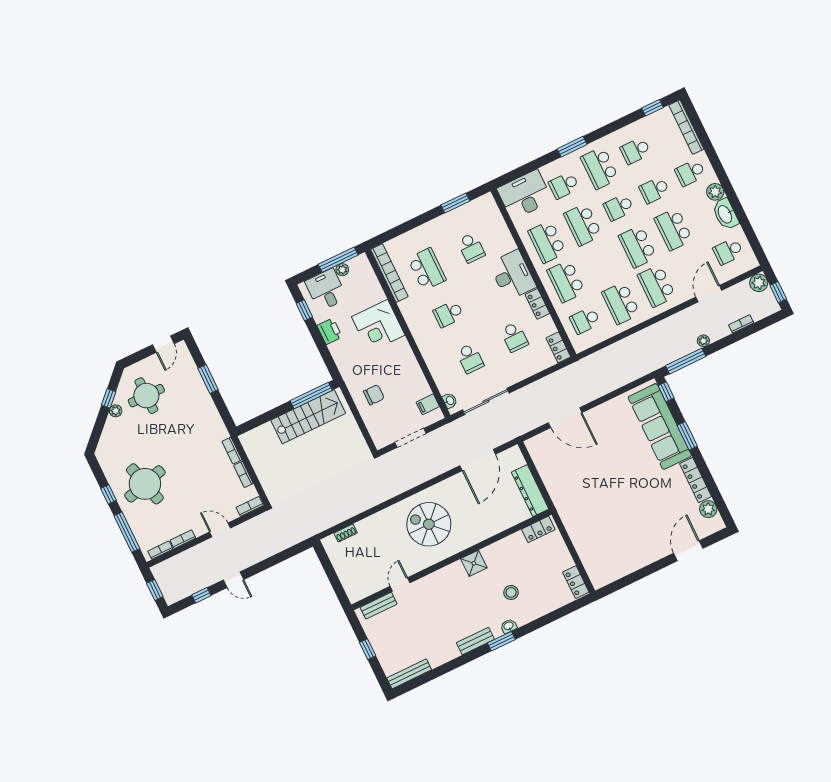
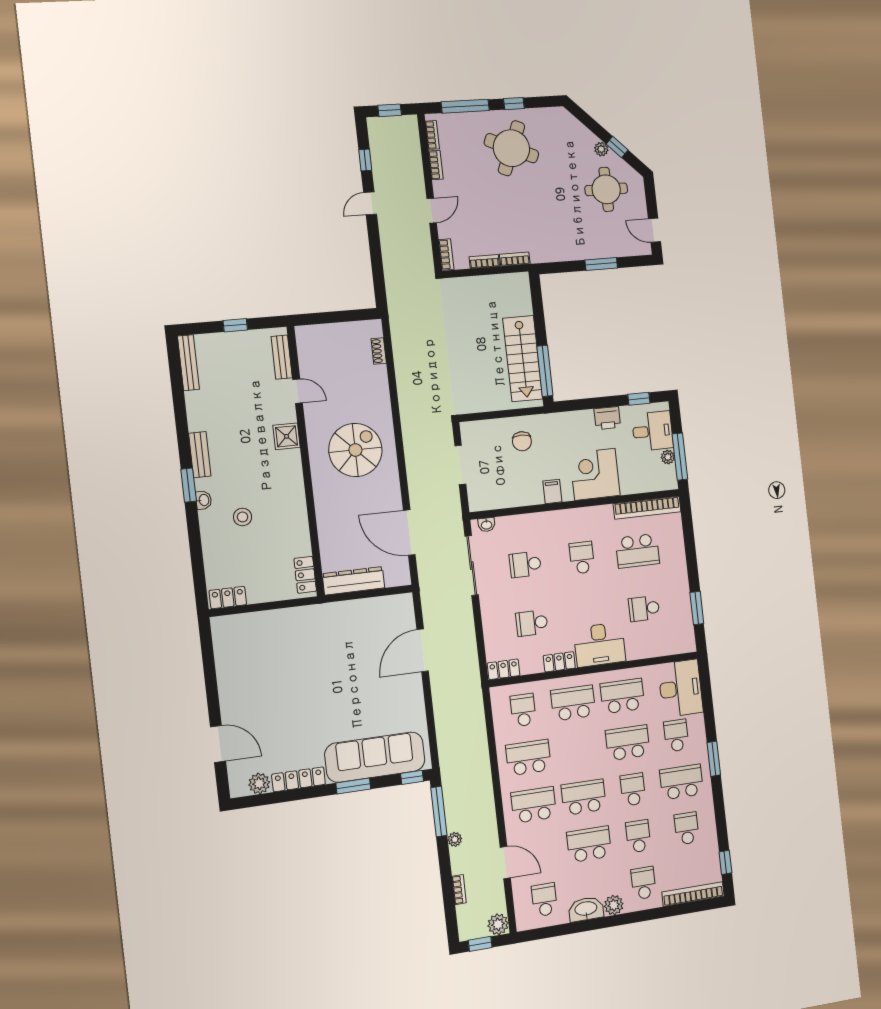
filing cabinet: (428, 404) -> (552, 492), moved
round table: (145, 484) -> (511, 148), turned 38
shower: (474, 563) -> (287, 436), moved

